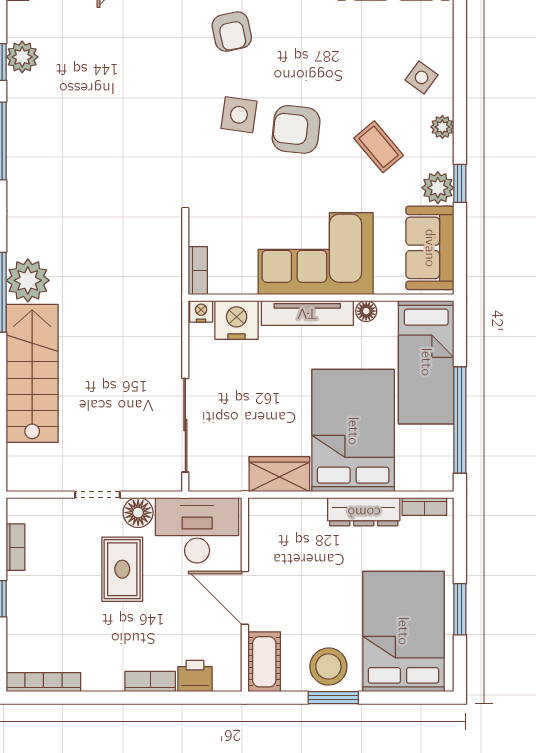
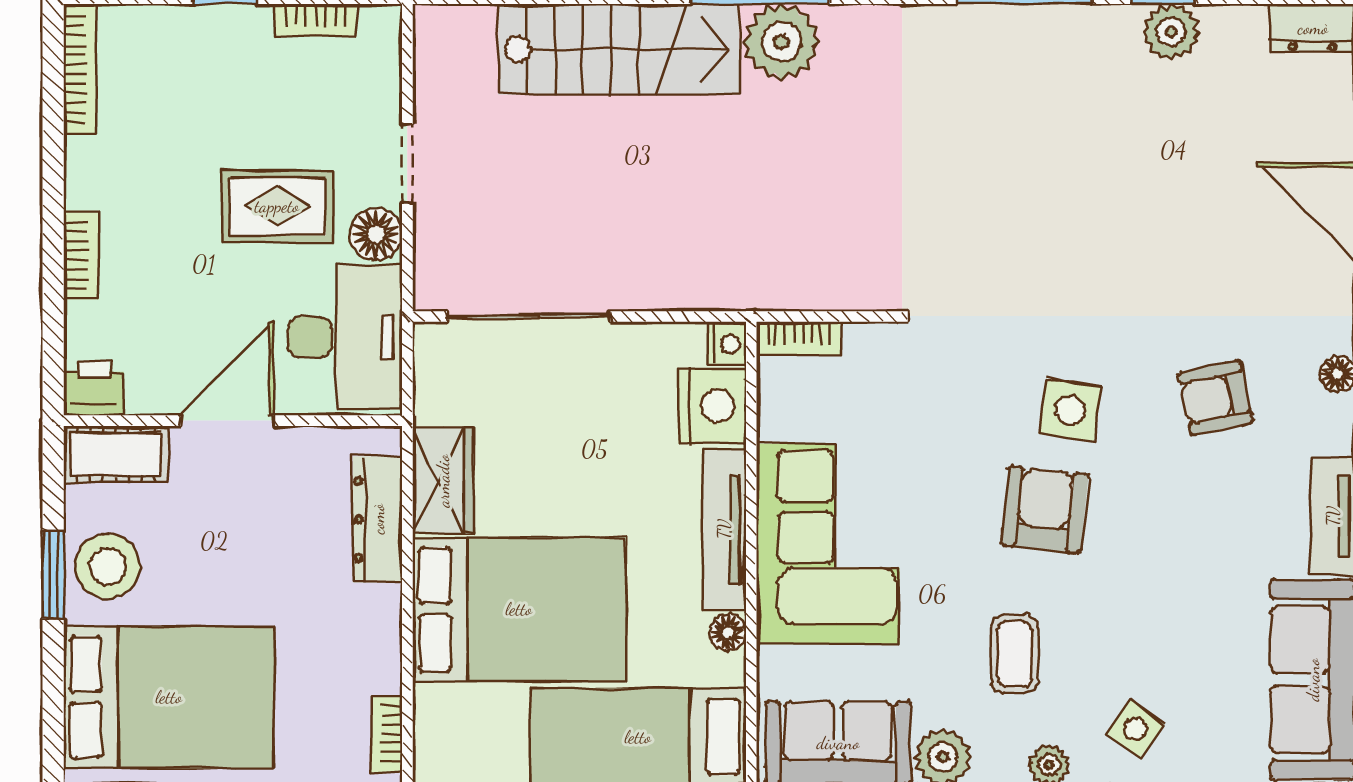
coffee table: (379, 147) -> (1014, 654), turned -50
dresser: (364, 512) -> (378, 519), moved
printer: (195, 676) -> (94, 388), moved, turned -90

